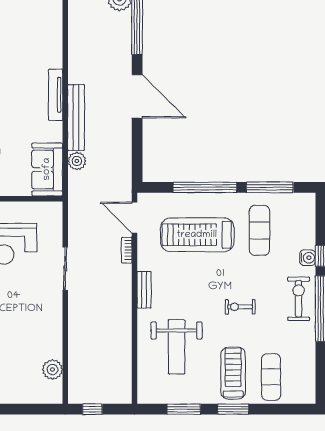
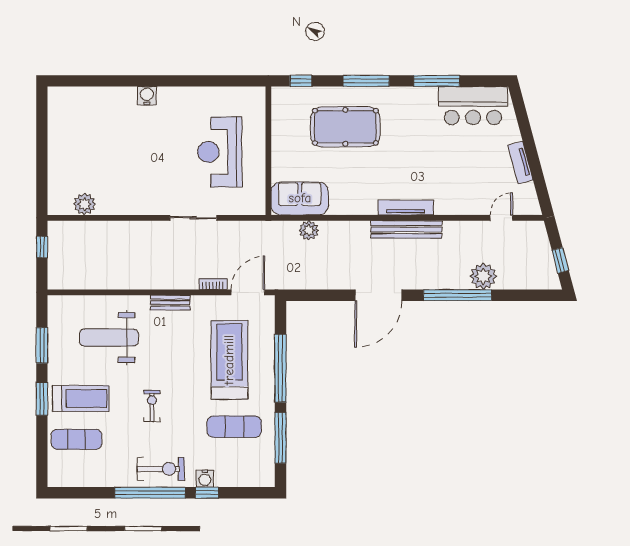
tv unit: (56, 95) -> (406, 208), moved
bench: (76, 117) -> (406, 229), moved

